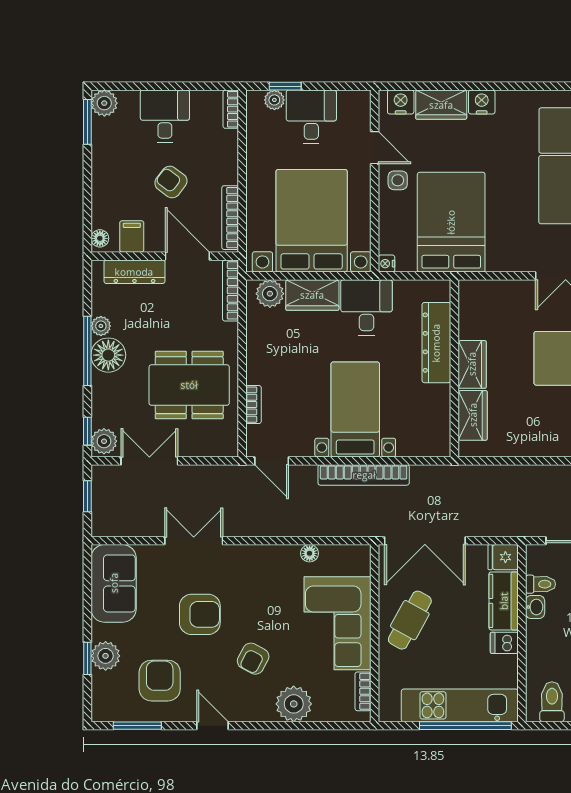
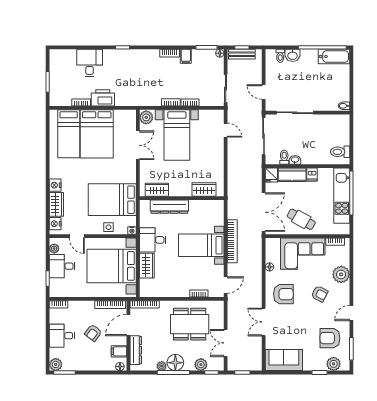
plant: (274, 100) -> (54, 249), moved
door: (375, 148) -> (77, 236), swing flipped
side table: (398, 180) -> (109, 227), moved
plant: (270, 294) -> (146, 286), removed
wardrobe: (472, 364) -> (157, 190), moved
dining table: (189, 385) -> (190, 324), turned 90
plant: (104, 441) -> (201, 365), moved
armchair: (200, 614) -> (283, 294), moved, turned 90
plant: (106, 656) -> (334, 364), moved

